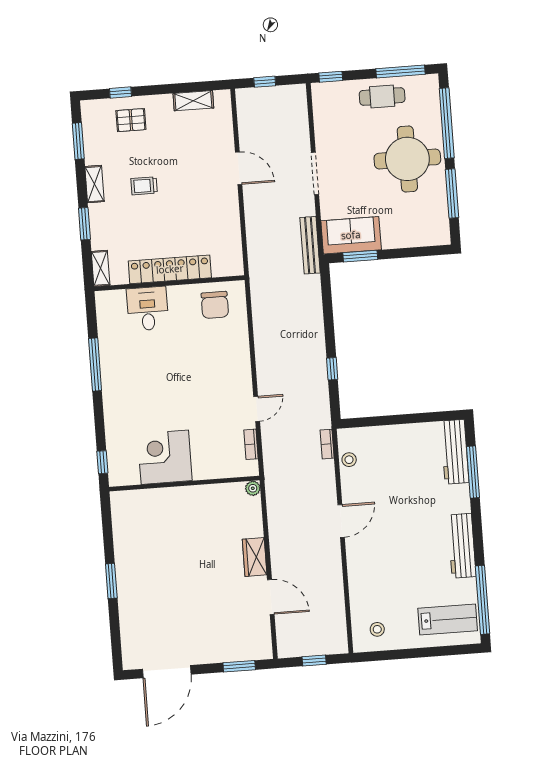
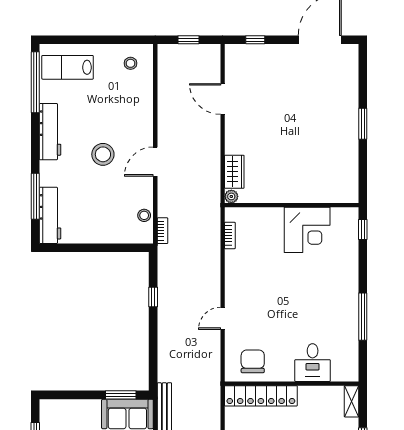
locker: (170, 269) -> (261, 396), moved
door: (257, 409) -> (223, 318), moved
stool: (400, 525) -> (103, 154), added
wardrobe: (255, 557) -> (234, 172), moved
window: (239, 666) -> (255, 40), width x0.67

